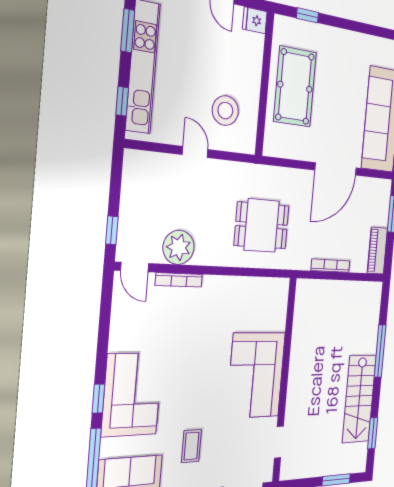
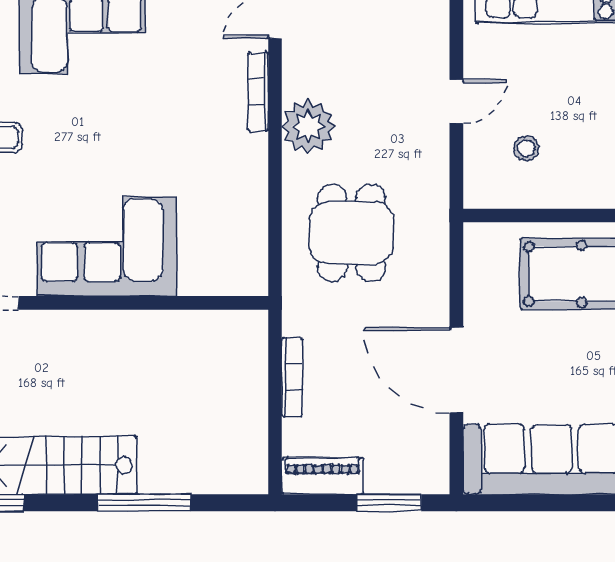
stool: (225, 111) -> (526, 148), width x0.53, depth x0.53
plant: (179, 247) -> (308, 126), moved

